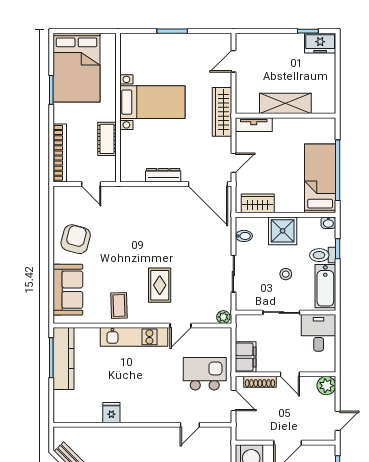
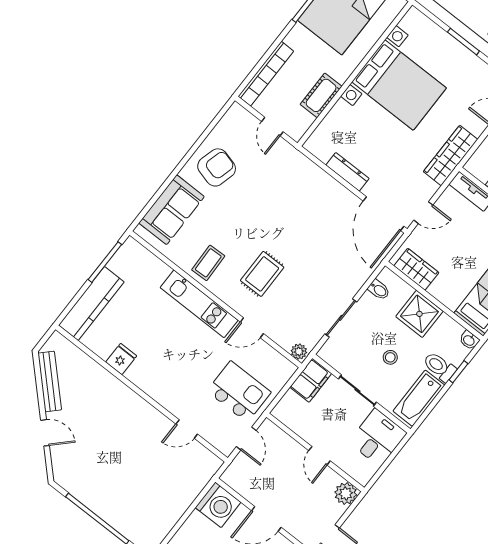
bed with nightstands: (152, 102) -> (399, 85), width x1.36
filing cabinet: (246, 357) -> (311, 380), moved
kitchen counter: (64, 358) -> (91, 304), moved
shoe rack: (260, 382) -> (286, 440), removed

